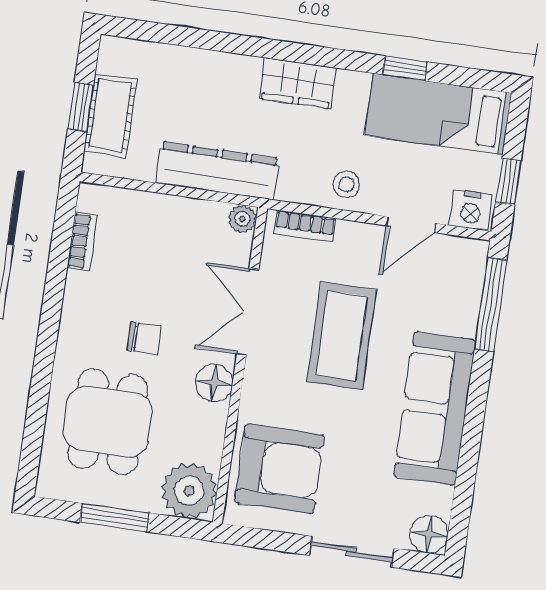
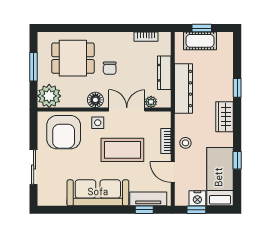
window: (234, 44) -> (237, 88), added
nightstand: (471, 210) -> (197, 198), moved, turned -90
dresser: (173, 211) -> (164, 73), added
plant: (242, 219) -> (151, 102), moved
bookcase: (305, 226) -> (166, 141), moved
tv unit: (466, 292) -> (148, 199), added
window: (491, 305) -> (144, 210), width x0.46
side table: (269, 385) -> (98, 123), added
floor lamp: (429, 534) -> (45, 198), removed

